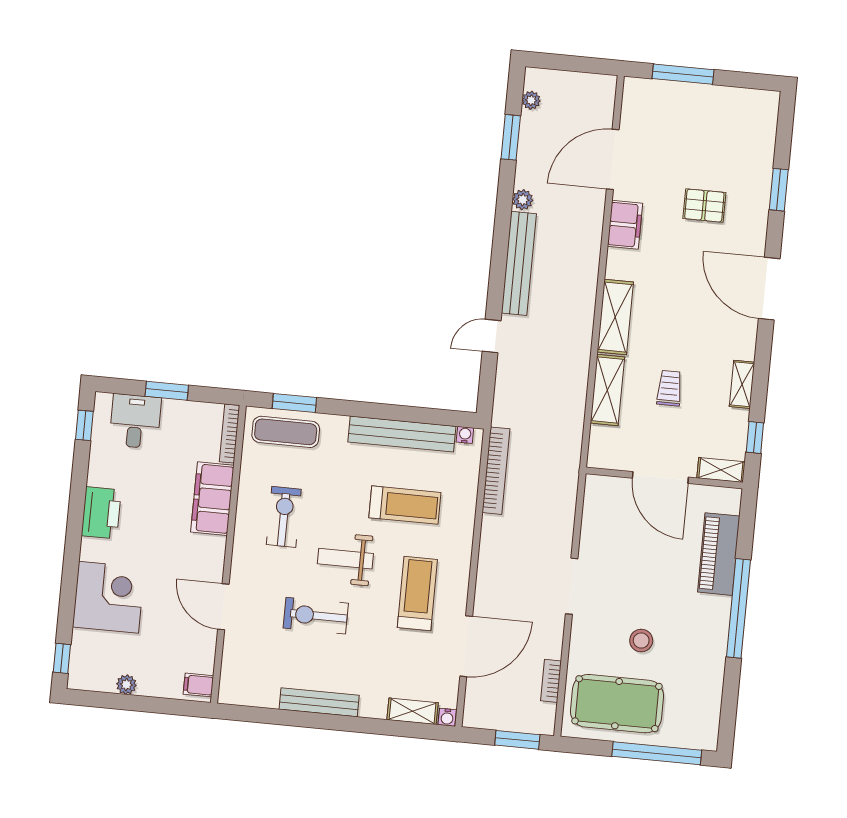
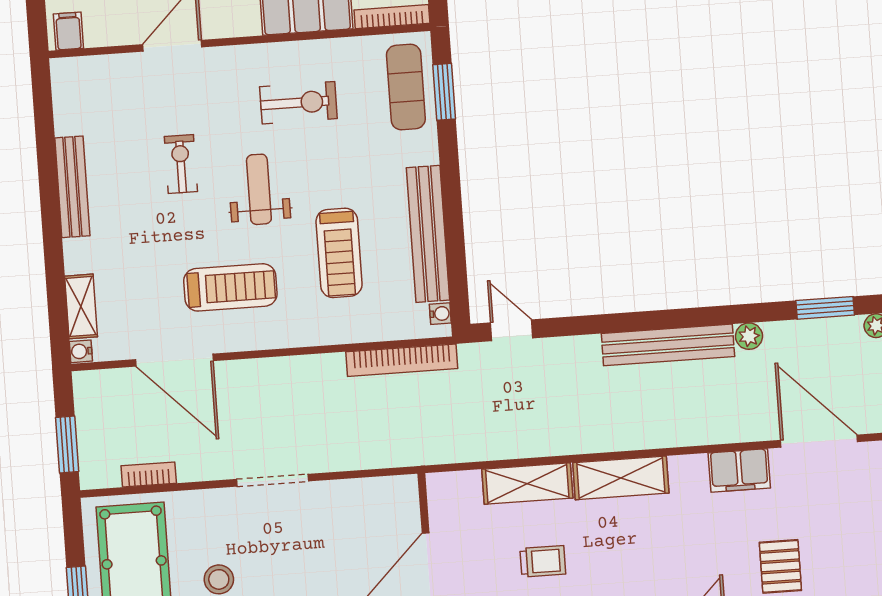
door: (492, 336) -> (512, 330), moved
exercise bike: (316, 616) -> (181, 164), width x0.73, depth x0.72

